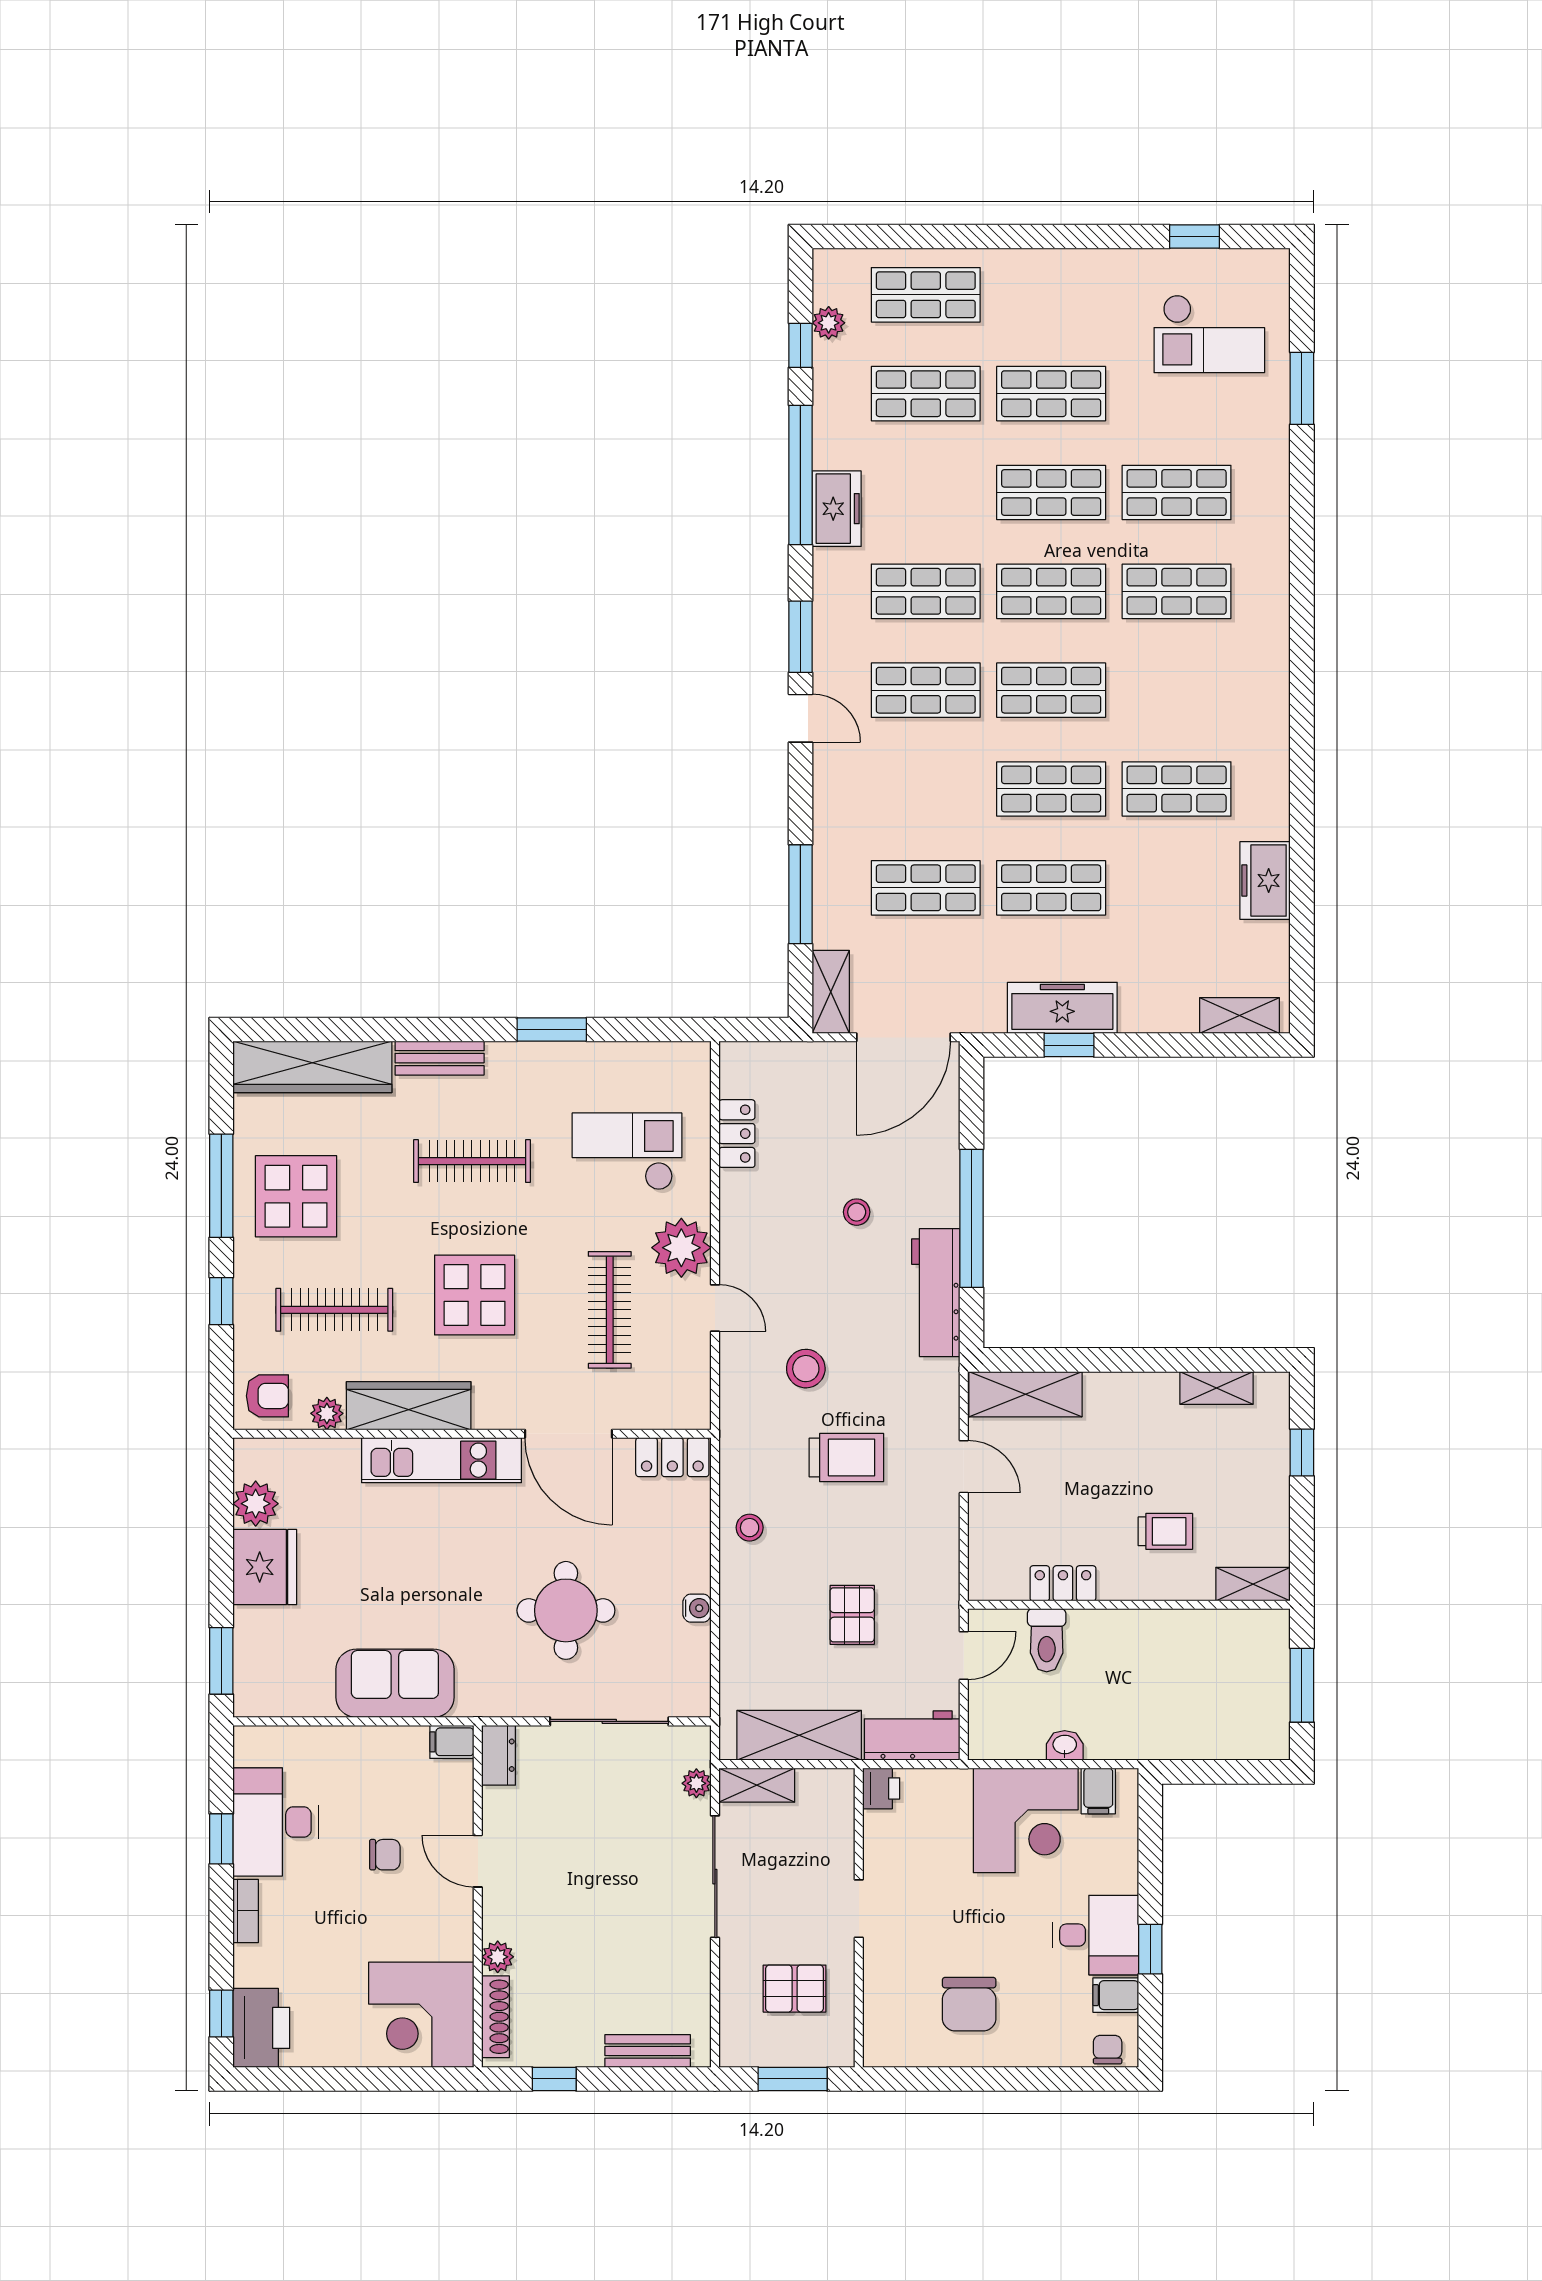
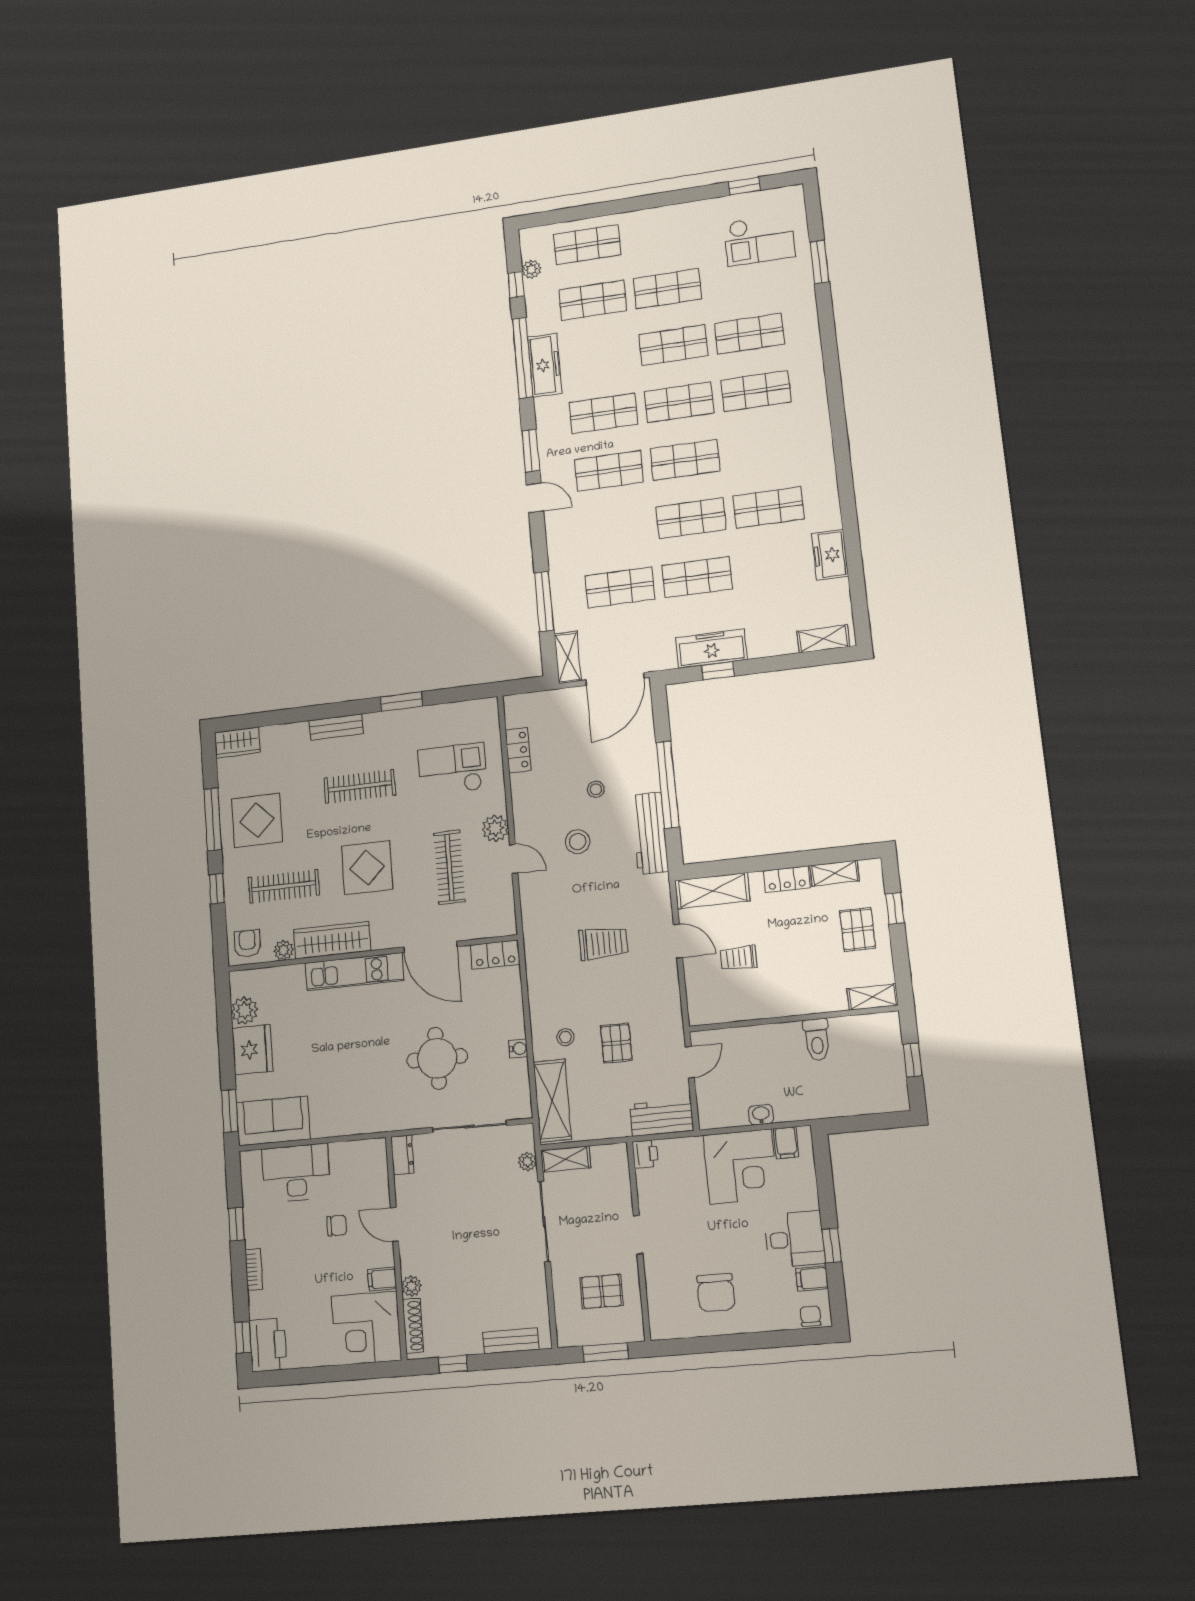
freezer: (837, 509) -> (545, 365), width x1.40
wardrobe: (312, 1067) -> (237, 742), width x0.48, depth x0.85
plant: (681, 1248) -> (495, 828), width x0.73, depth x0.73
stool: (806, 1369) -> (578, 842), moved
armchair: (267, 1396) -> (247, 943), turned -90
pallet: (1242, 1479) -> (858, 929), added
stool: (750, 1528) -> (565, 1037), moved
trolley: (1165, 1531) -> (738, 958), moved, turned 180
locker: (1063, 1583) -> (787, 879), moved, turned 180
toilet: (1047, 1640) -> (817, 1040), moved
sofa: (395, 1683) -> (273, 1121), moved
window: (1302, 1685) -> (913, 1060), width x0.67
shelving: (799, 1735) -> (552, 1101), moved, turned 90
filing cabinet: (452, 1742) -> (382, 1279), moved
desk: (275, 1822) -> (296, 1173), moved, turned 90

